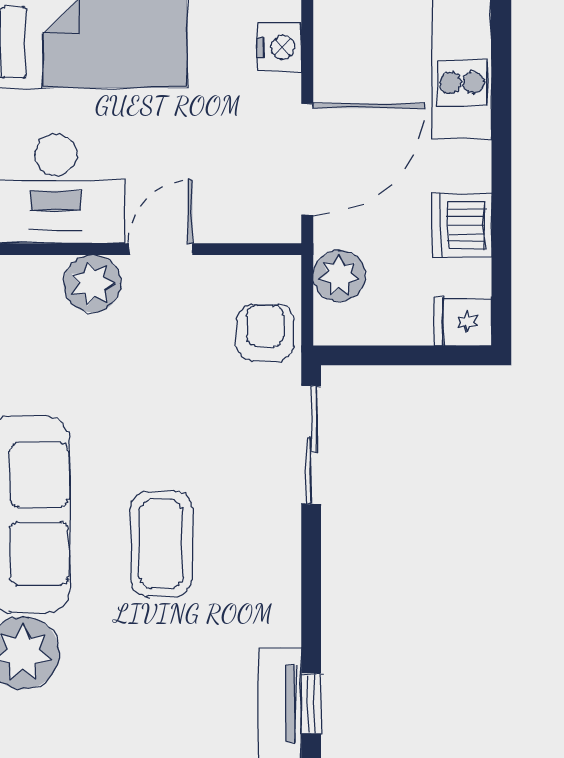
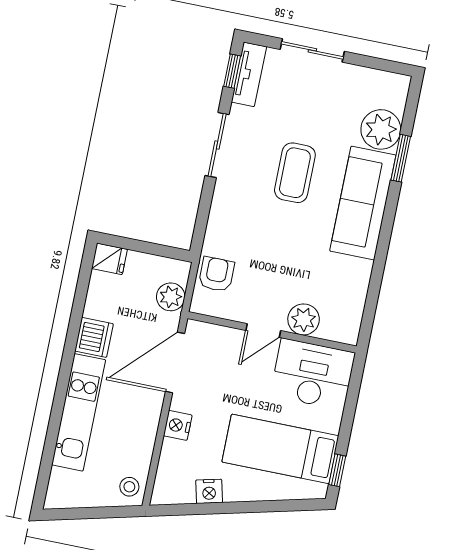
dishwasher: (462, 225) -> (94, 337), moved
armchair: (265, 333) -> (216, 274), turned 180
sliding door: (311, 445) -> (217, 145), moved

